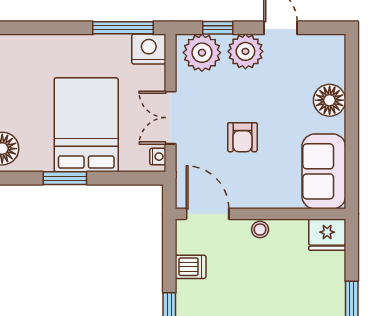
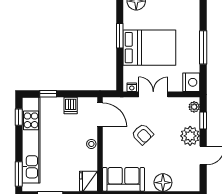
window: (123, 28) -> (203, 47), moved
plant: (202, 53) -> (194, 107), width x0.53, depth x0.53
armchair: (242, 137) -> (143, 134), turned -134
door: (208, 214) -> (100, 115), hinge flipped

